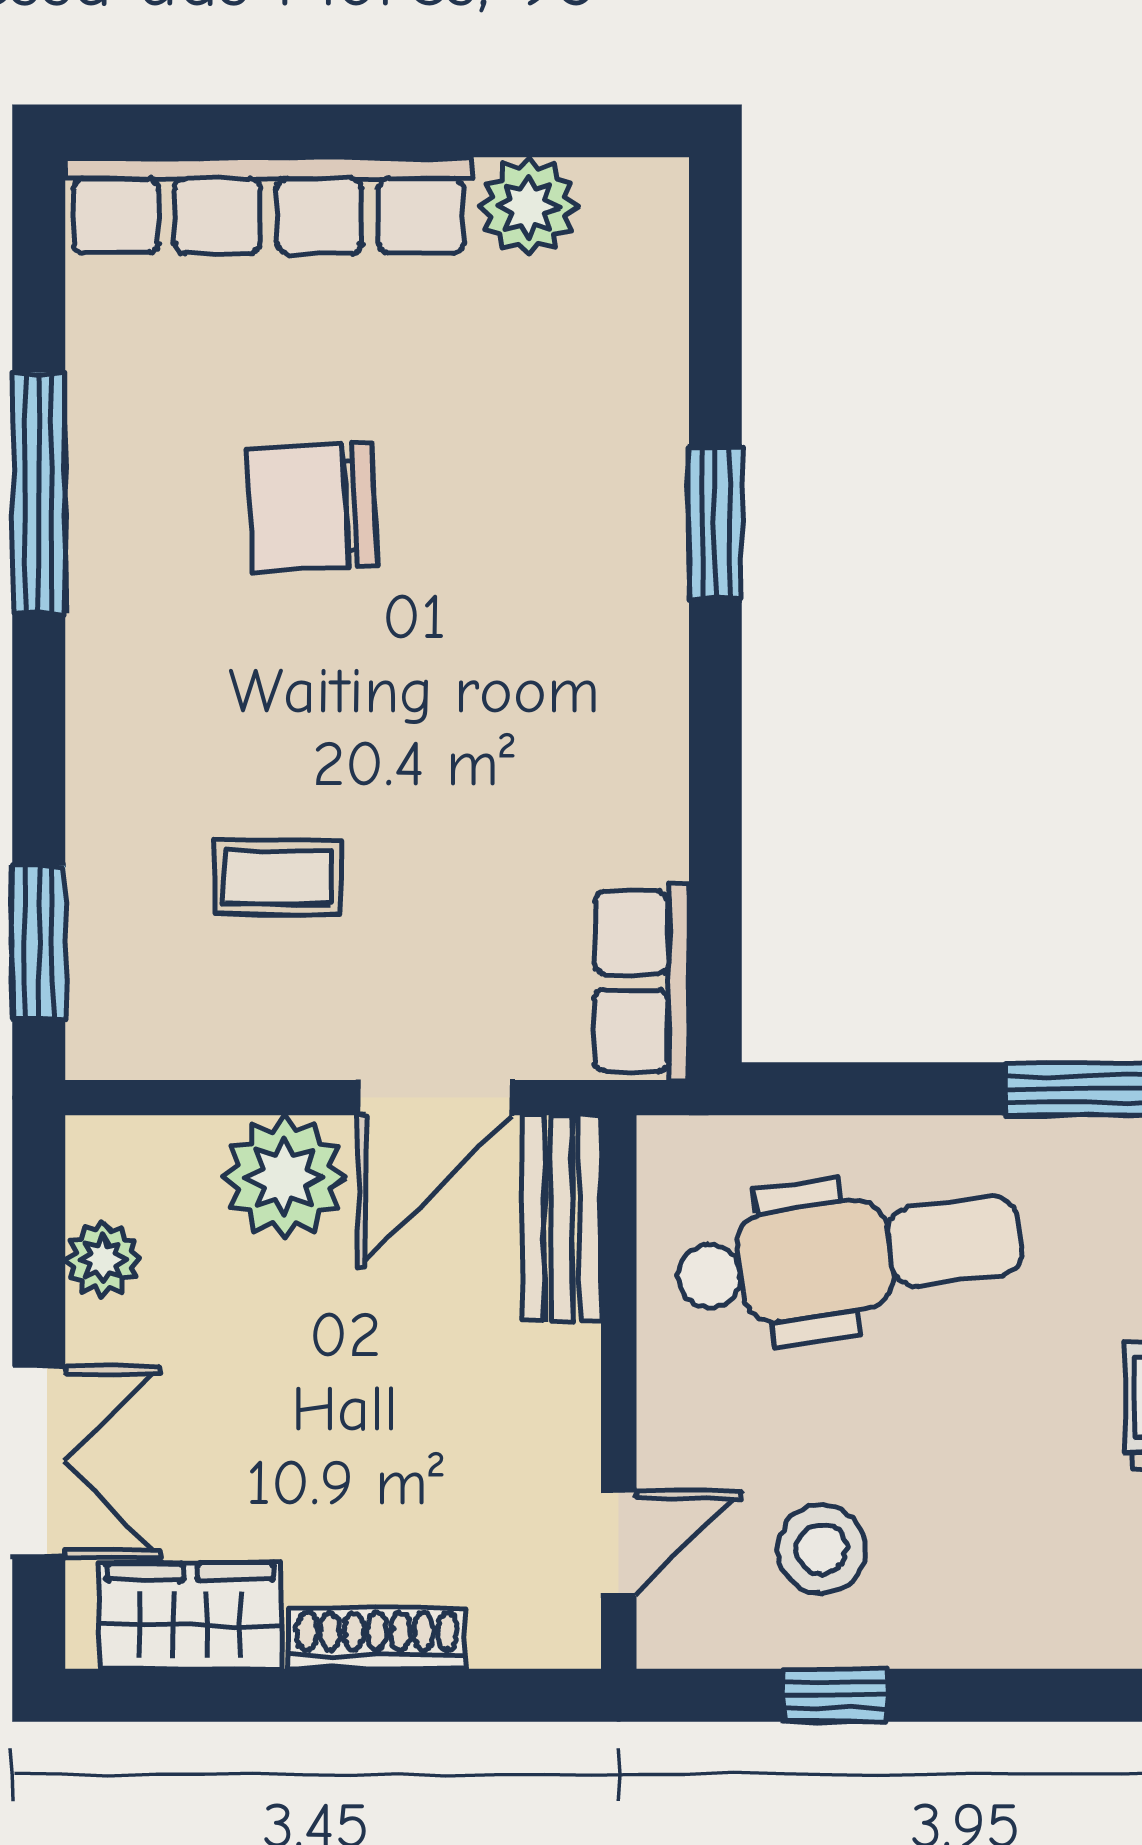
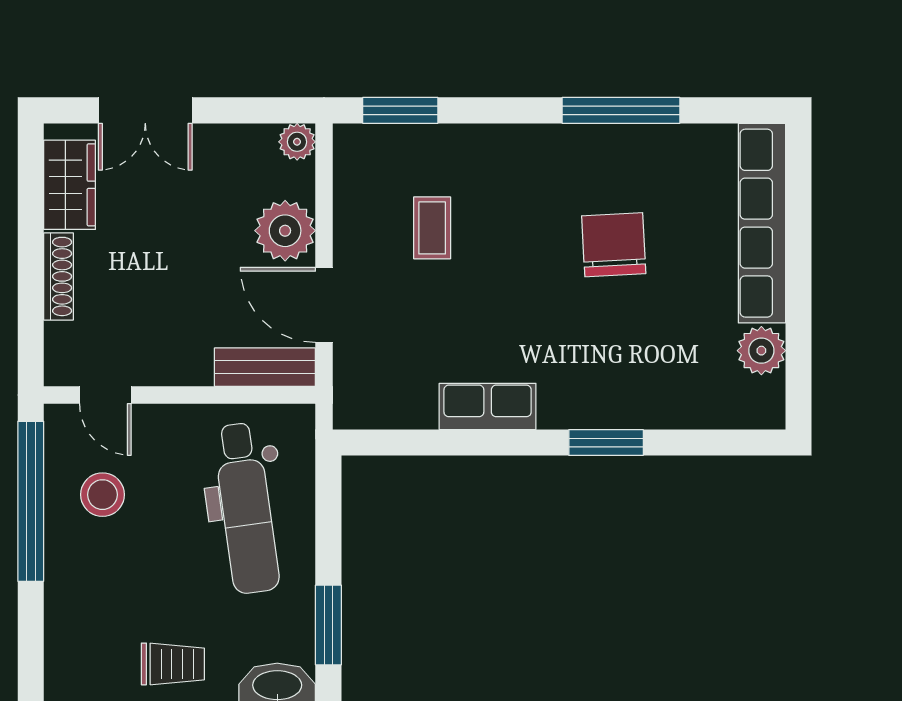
row of seats: (642, 981) -> (488, 406), moved
plant: (103, 1259) -> (297, 142), moved
window: (835, 1695) -> (31, 501), width x3.17

